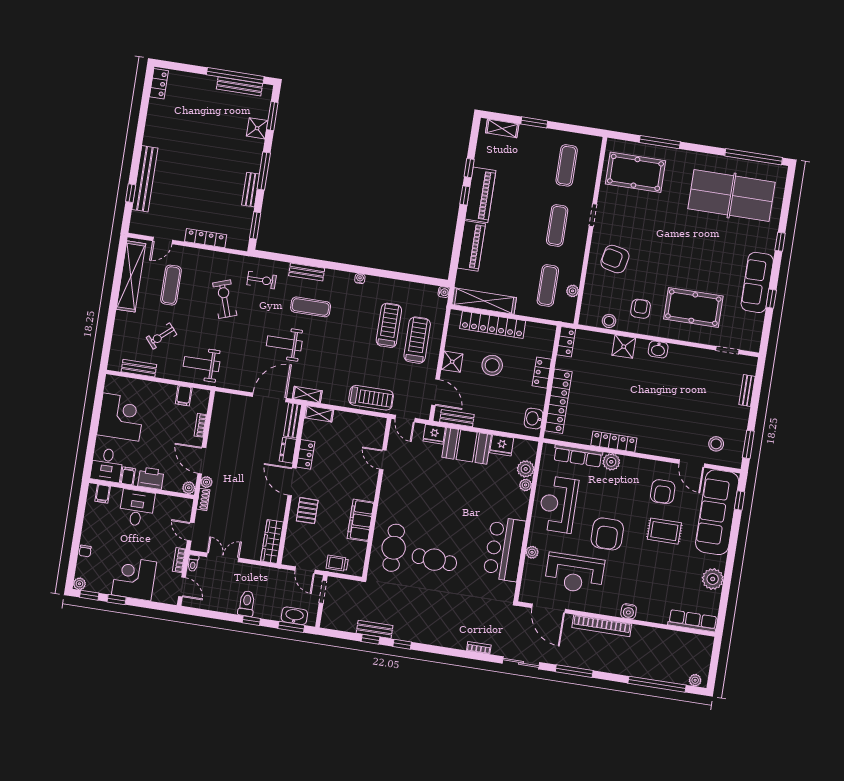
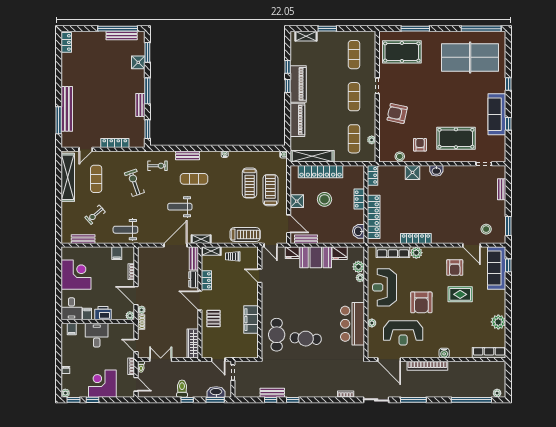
window: (131, 193) -> (59, 120), width x2.17
treadmill: (389, 325) -> (250, 183), turned 180
sofa: (717, 512) -> (497, 268), width x0.74, depth x0.79
trolley: (337, 563) -> (233, 256), moved

